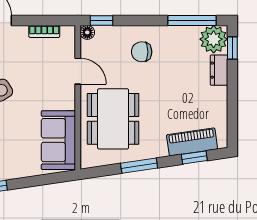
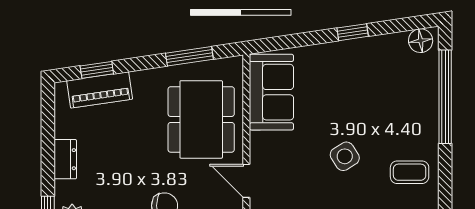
dresser: (219, 70) -> (65, 159), moved
window: (139, 166) -> (189, 56), moved

